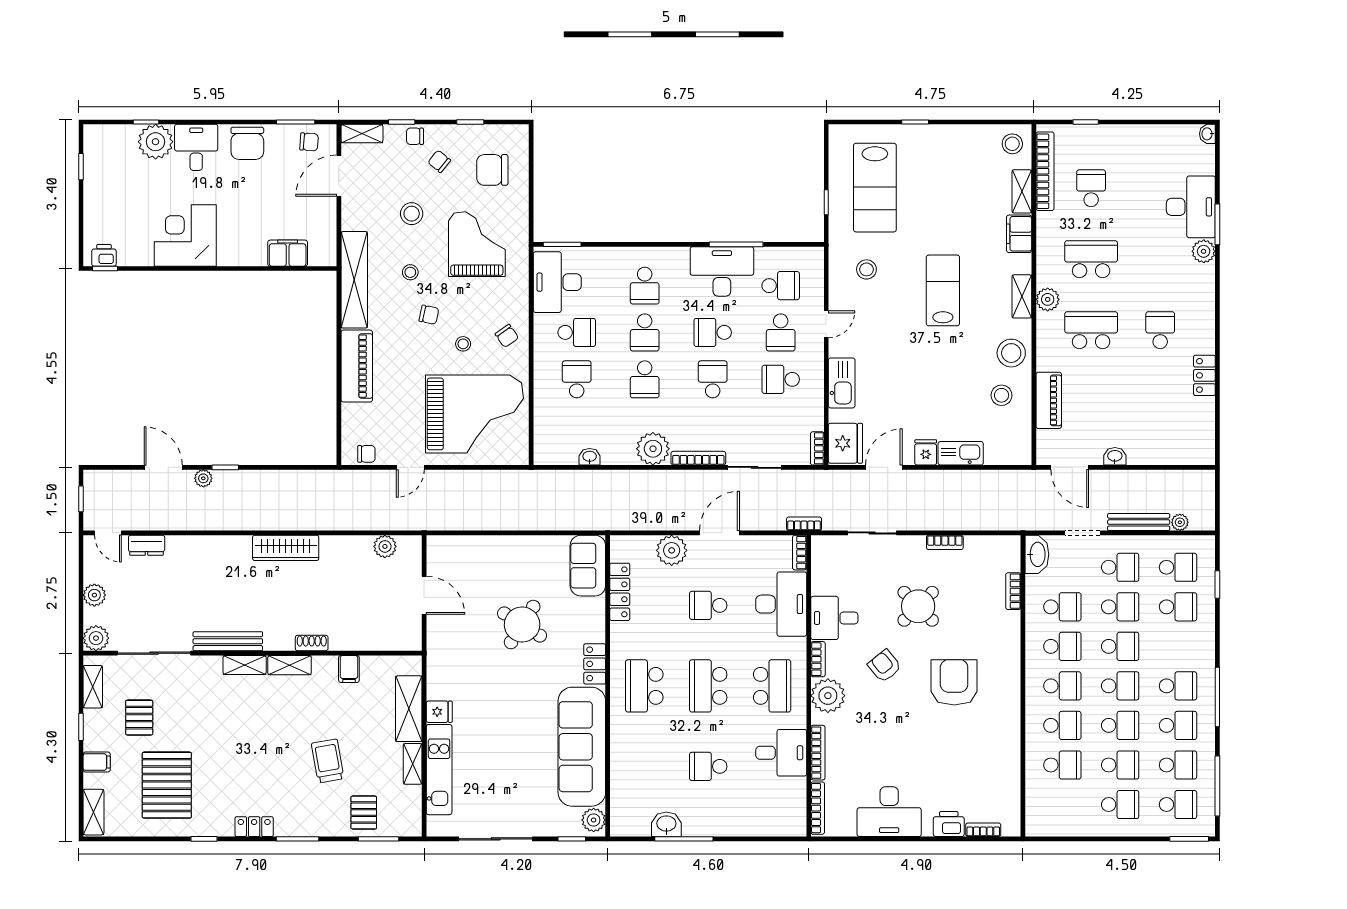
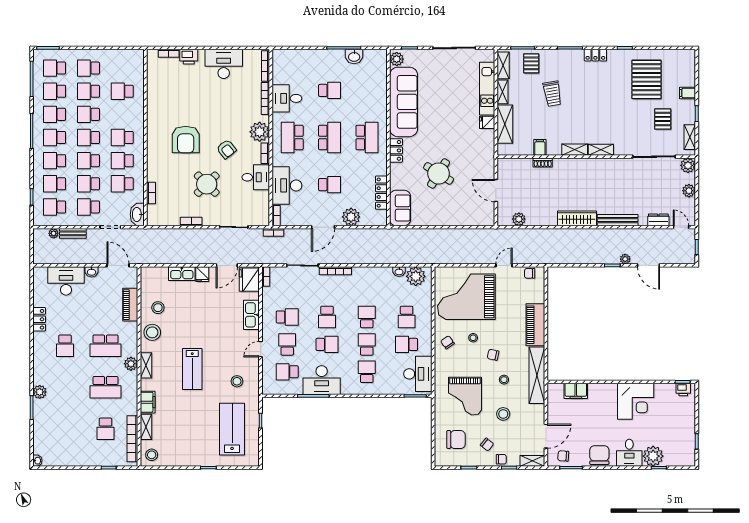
desk: (1191, 207) -> (66, 281), moved, turned 90
plant: (653, 449) -> (416, 276), moved
bench: (1139, 522) -> (73, 233), width x0.73
bench: (228, 641) -> (618, 220), moved
shoe rack: (312, 643) -> (543, 163), moved
school desk: (1062, 725) -> (55, 161), moved
shelving: (93, 812) -> (503, 65), moved

